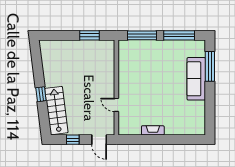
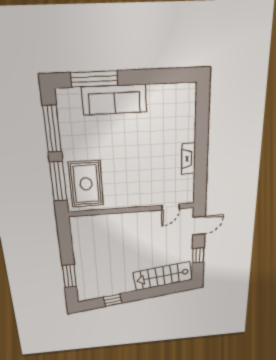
window: (90, 35) -> (69, 276), moved
rug: (139, 55) -> (86, 184), added
window: (41, 94) -> (113, 300), moved
door: (116, 105) -> (171, 207), moved

